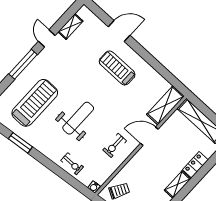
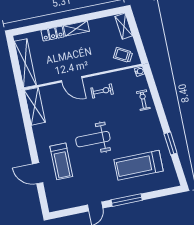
shelving: (70, 27) -> (71, 203), removed
treadmill: (117, 68) -> (61, 161), moved
shelving: (165, 105) -> (35, 106), moved, turned 90
weight bench: (78, 118) -> (93, 139), moved

